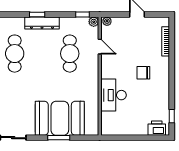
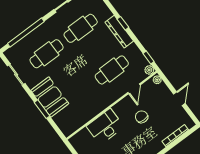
chair: (143, 73) -> (142, 117), moved
cafe table: (15, 99) -> (47, 54), added
booth: (60, 118) -> (50, 97), width x0.73, depth x0.70

